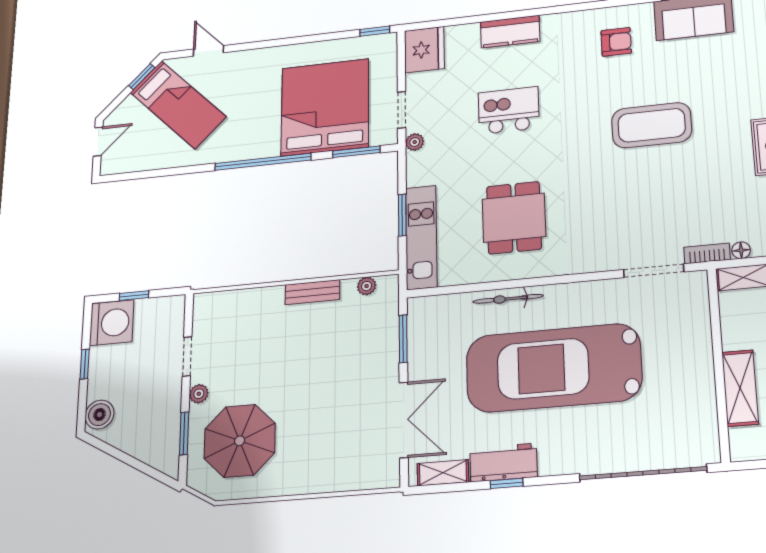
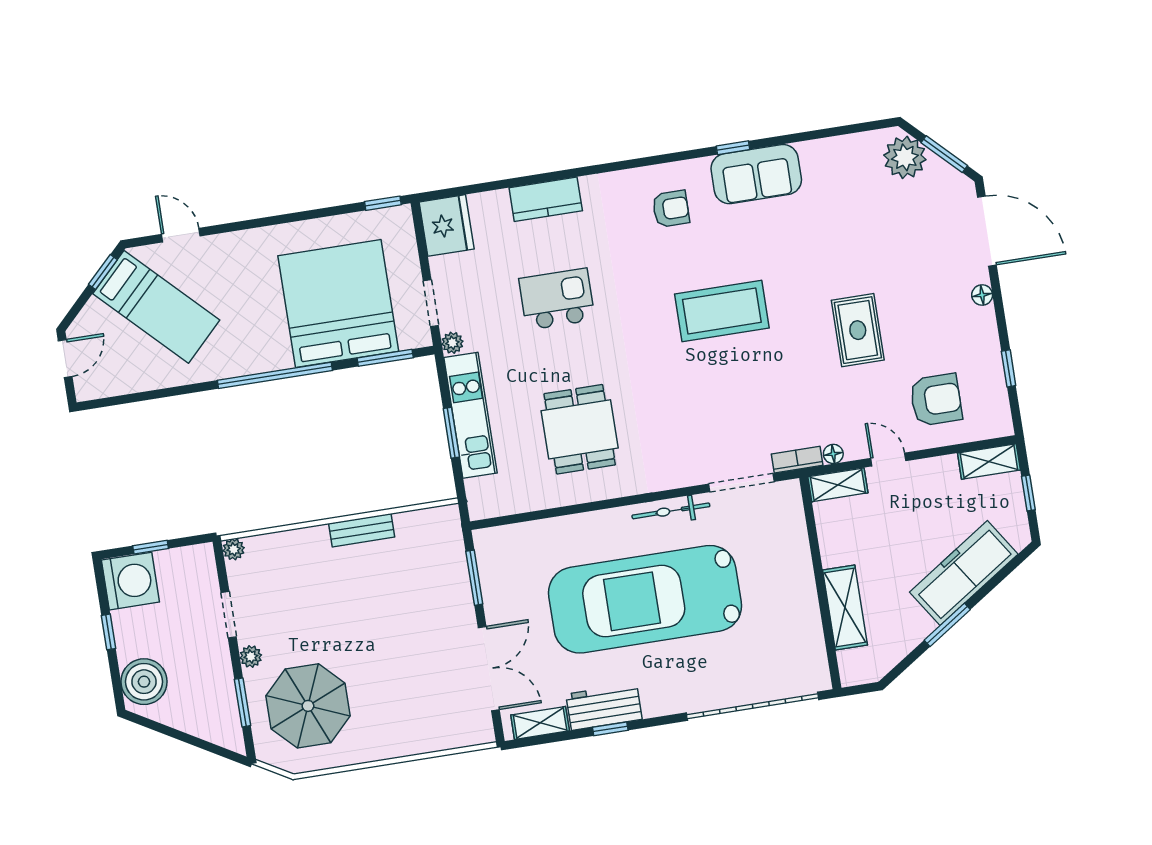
kitchen unit: (421, 237) -> (470, 415), moved
plant: (367, 286) -> (234, 549), moved
bicycle: (508, 299) -> (671, 511), moved
boiler: (100, 415) -> (144, 682), width x1.37, depth x1.37

